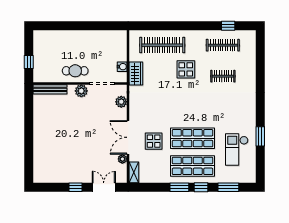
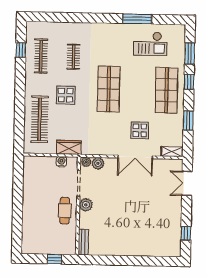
bench: (50, 89) -> (83, 242), width x0.73
window: (260, 136) -> (137, 19), width x1.44
shop shelf: (193, 138) -> (109, 89), moved
plant: (122, 159) -> (86, 162), moved
window: (75, 187) -> (186, 233), moved
window: (179, 187) -> (188, 121), moved

